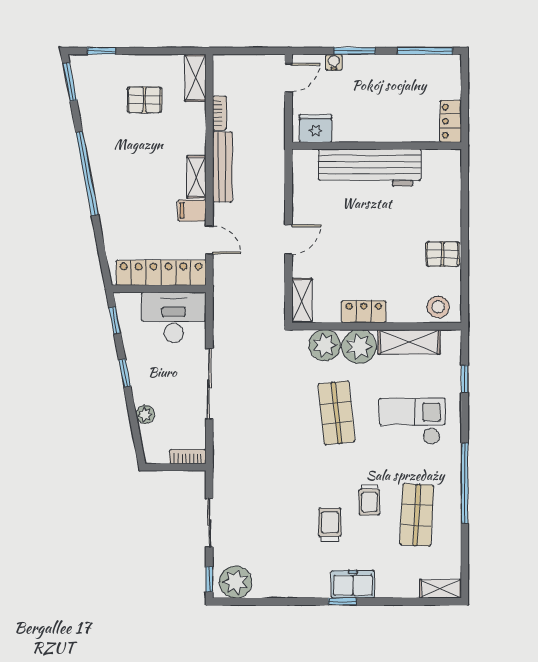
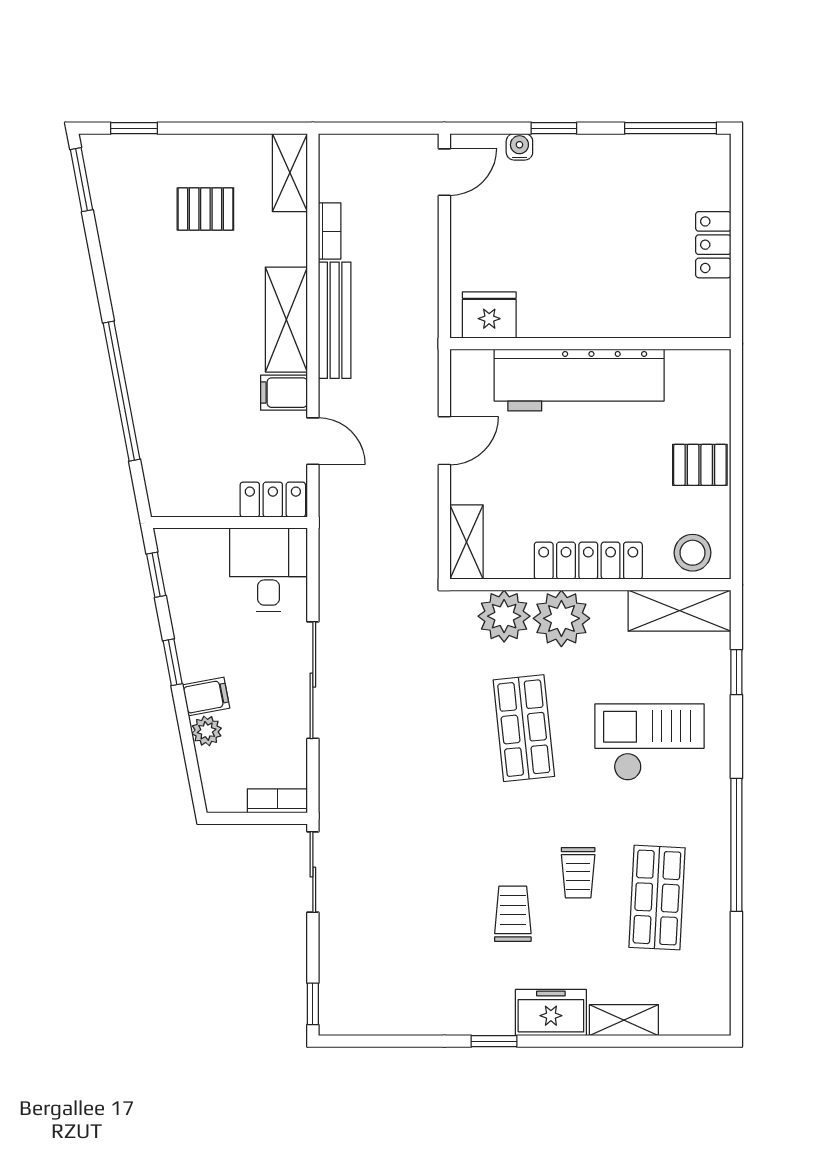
window: (355, 51) -> (554, 128), width x0.67
fridge: (316, 128) -> (489, 315), moved
wall: (377, 146) -> (590, 344), moved
workbench: (370, 168) -> (579, 380), moved
window: (87, 174) -> (121, 391), moved
shelving: (196, 177) -> (286, 320), width x1.50, depth x1.33
locker: (161, 273) -> (273, 500), width x0.46, depth x0.83
locker: (364, 312) -> (588, 561), width x1.53
desk: (174, 317) -> (268, 570), width x0.73
shelving: (409, 342) -> (680, 611), moved
filing cabinet: (145, 394) -> (206, 696), added
sliding door: (209, 523) -> (313, 872), moved
plant: (236, 582) -> (357, 1009), removed
shelving: (441, 589) -> (624, 1020), moved
window: (342, 601) -> (494, 1041), moved

